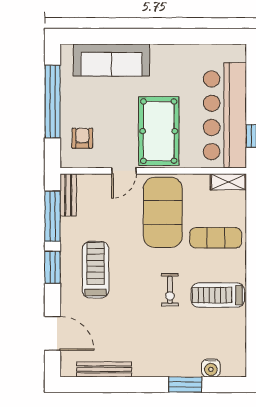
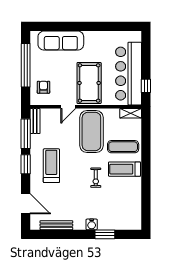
treadmill: (218, 295) -> (124, 169), moved
water cooler: (211, 368) -> (92, 224), moved

